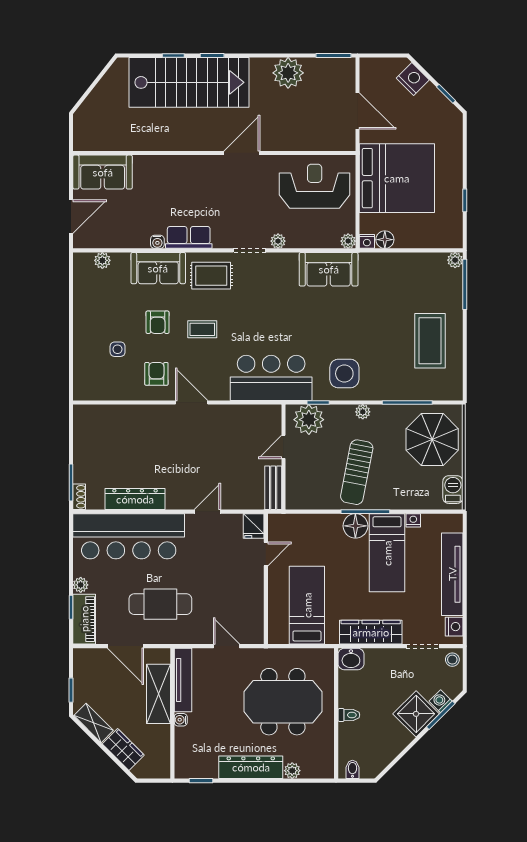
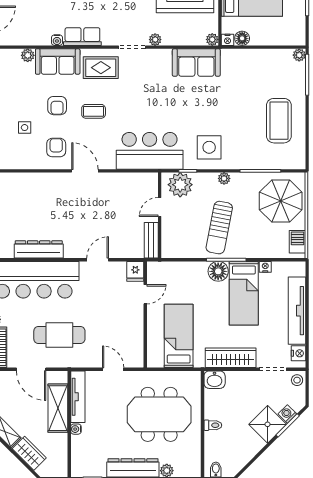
plant: (102, 260) -> (28, 55), moved

